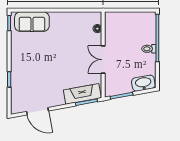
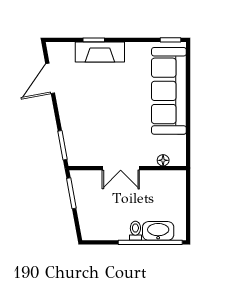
sofa: (32, 22) -> (169, 91), width x1.85, depth x1.27
double door: (103, 60) -> (121, 168), swing flipped
washbasin: (143, 83) -> (158, 231), moved, turned -80
fireplace: (82, 94) -> (100, 52), moved, turned 100

